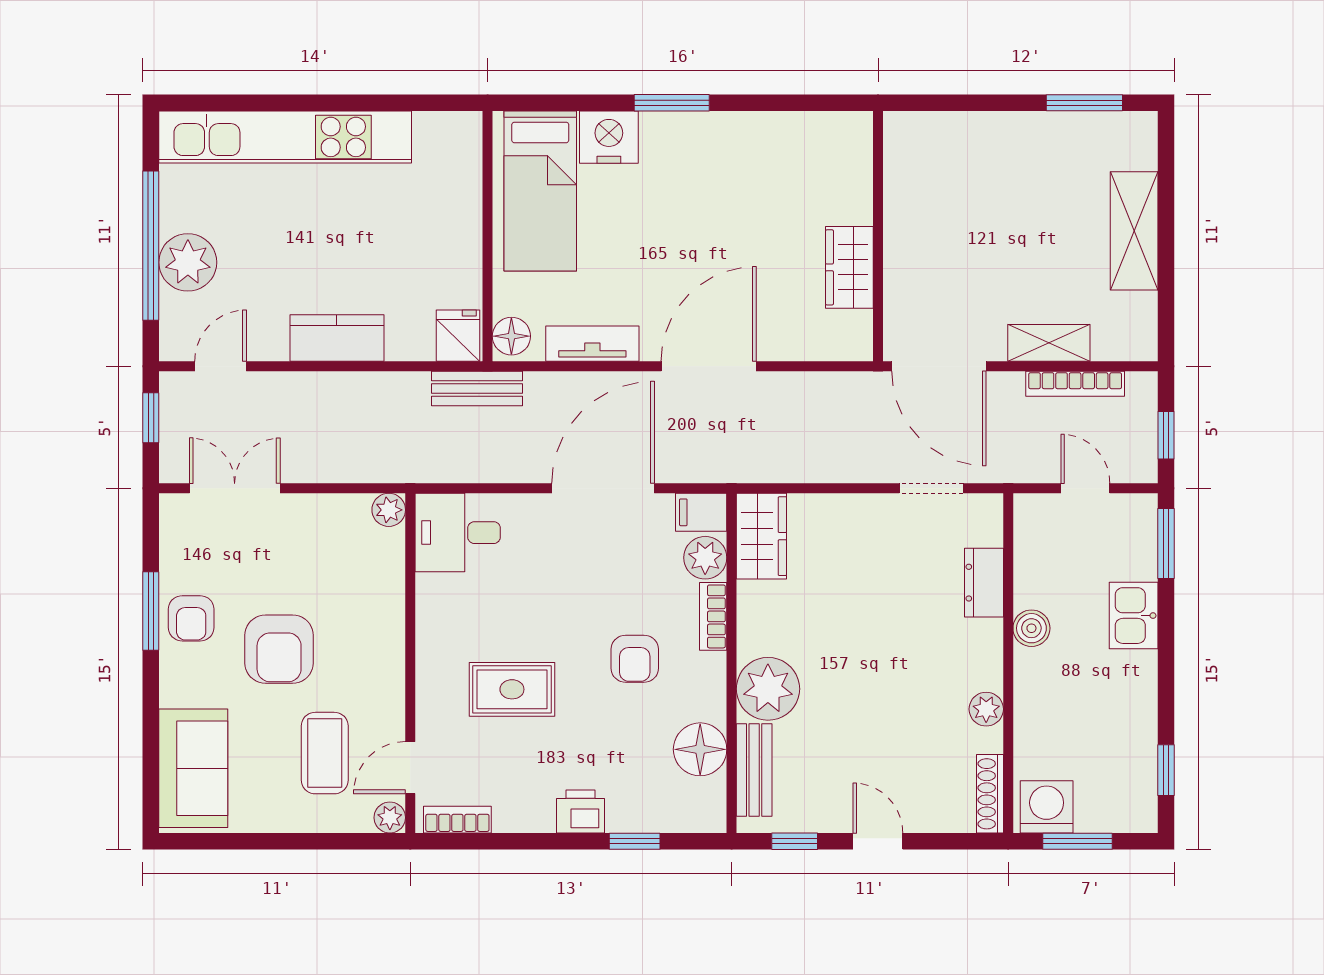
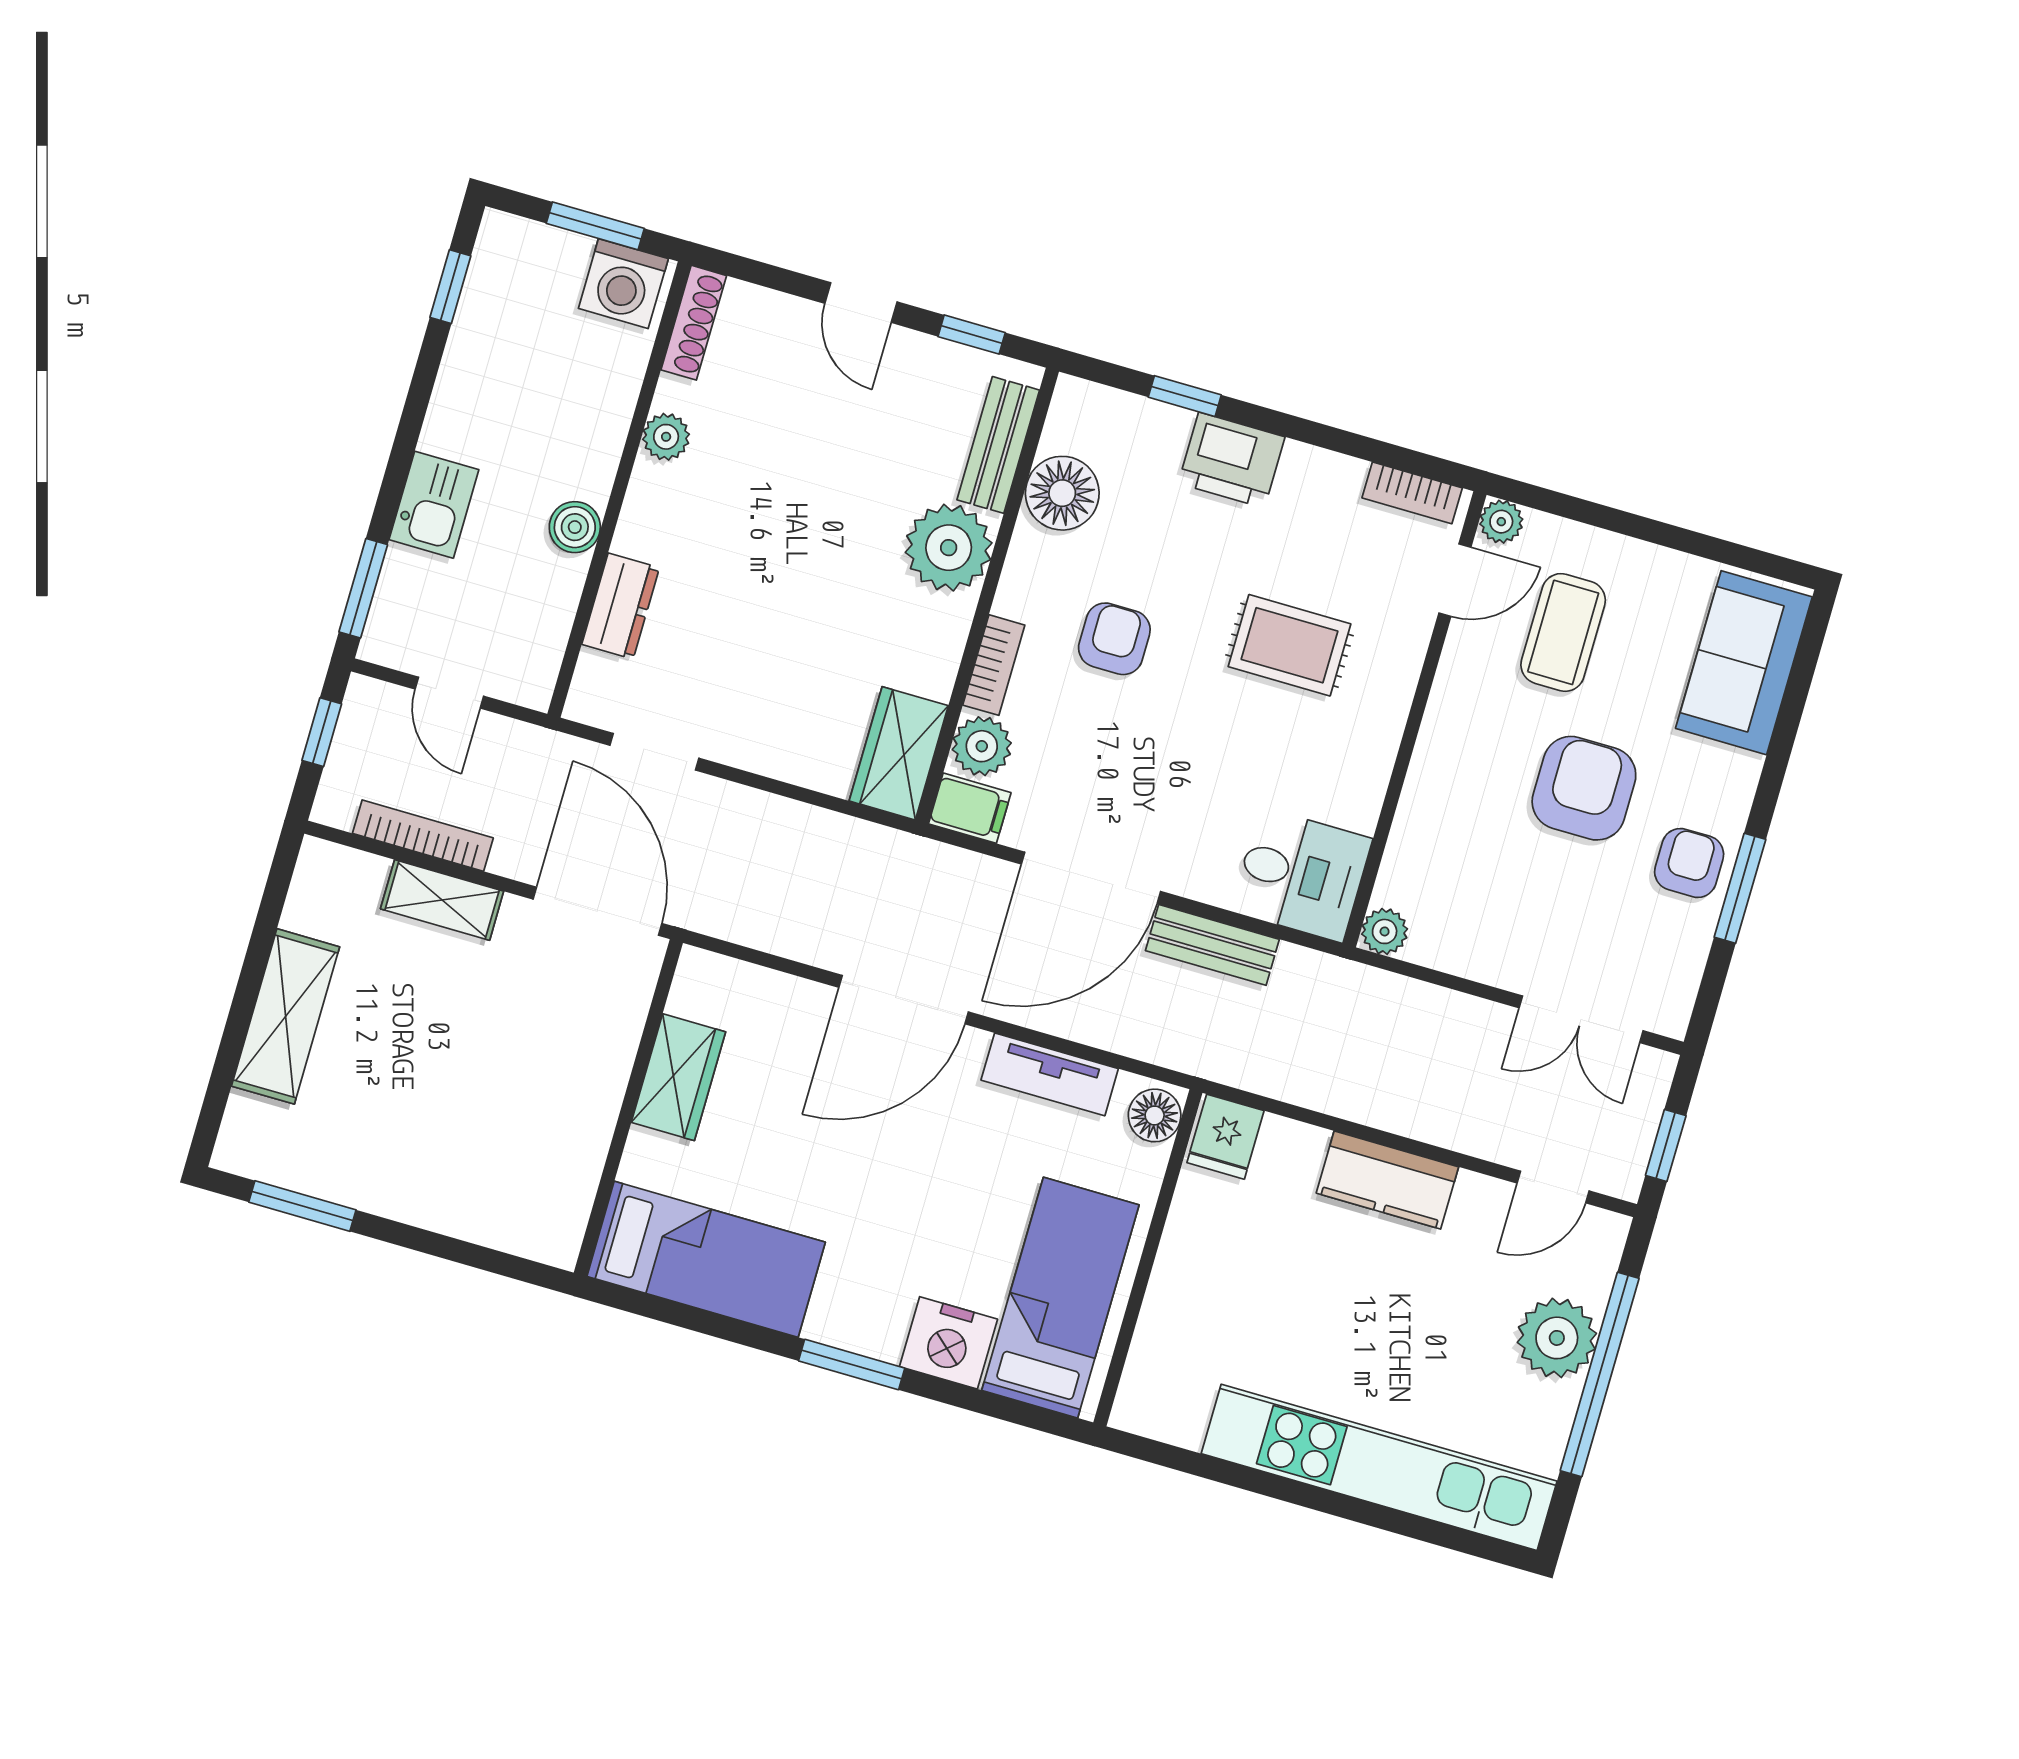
bed: (794, 147) -> (706, 1259), added
bench: (477, 388) -> (1212, 945), moved
printer: (581, 811) -> (1232, 460), width x1.36, depth x1.24

